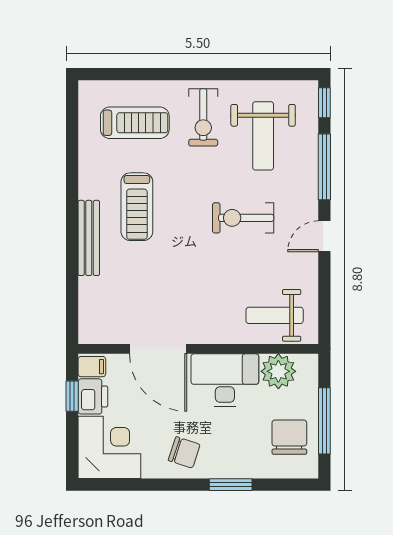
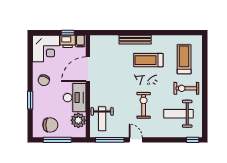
treadmill: (135, 123) -> (184, 59), turned 180
window: (324, 167) -> (110, 140), moved
weight bench: (275, 315) -> (102, 119), turned 180

